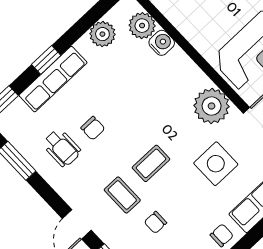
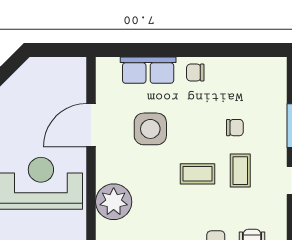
plant: (212, 106) -> (114, 202), moved

